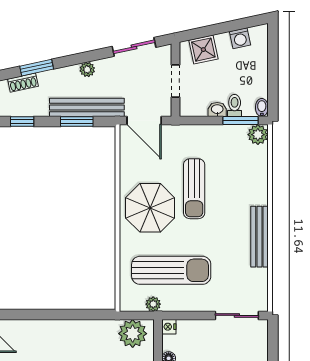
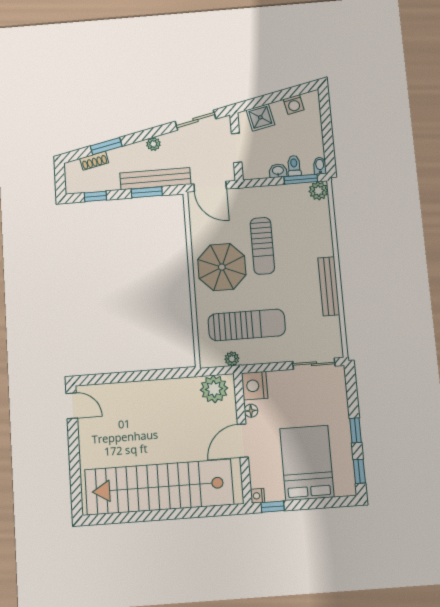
nightstand: (169, 327) -> (255, 386), width x1.89, depth x1.79

